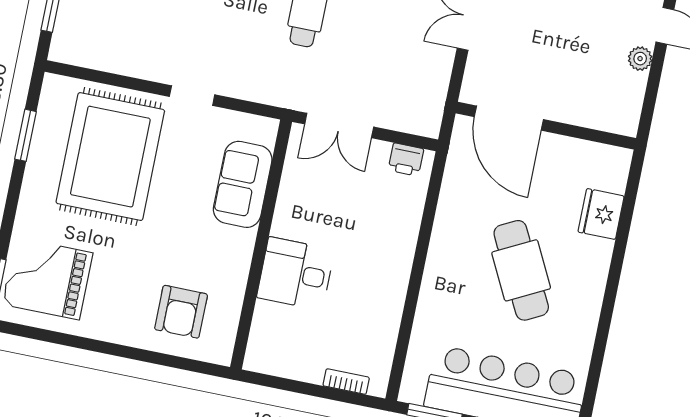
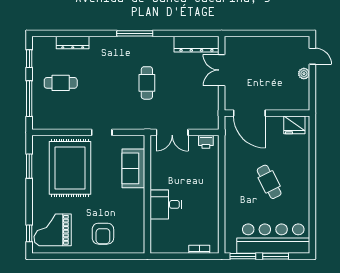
fridge: (601, 214) -> (294, 125), moved, turned -90
cafe table: (521, 270) -> (269, 182), width x0.73, depth x0.74
armchair: (181, 312) -> (103, 234), moved

